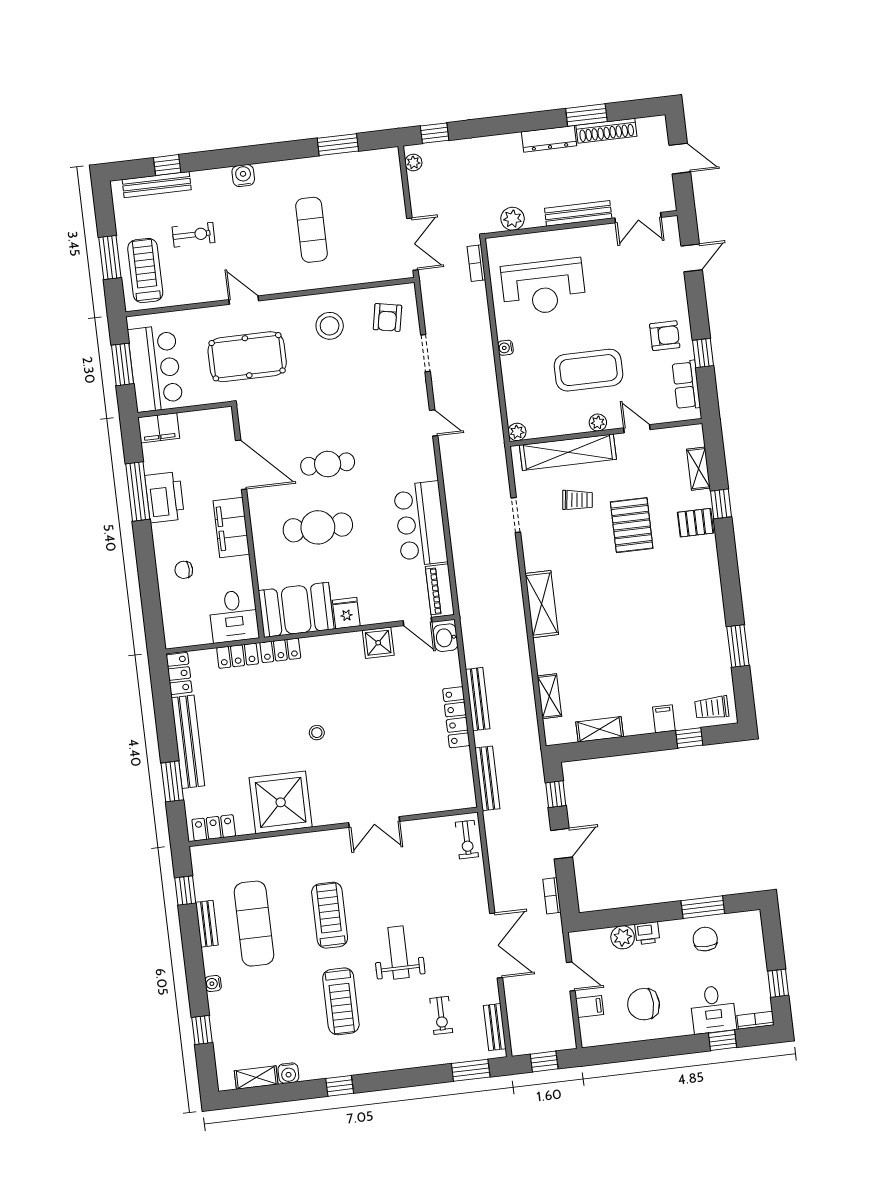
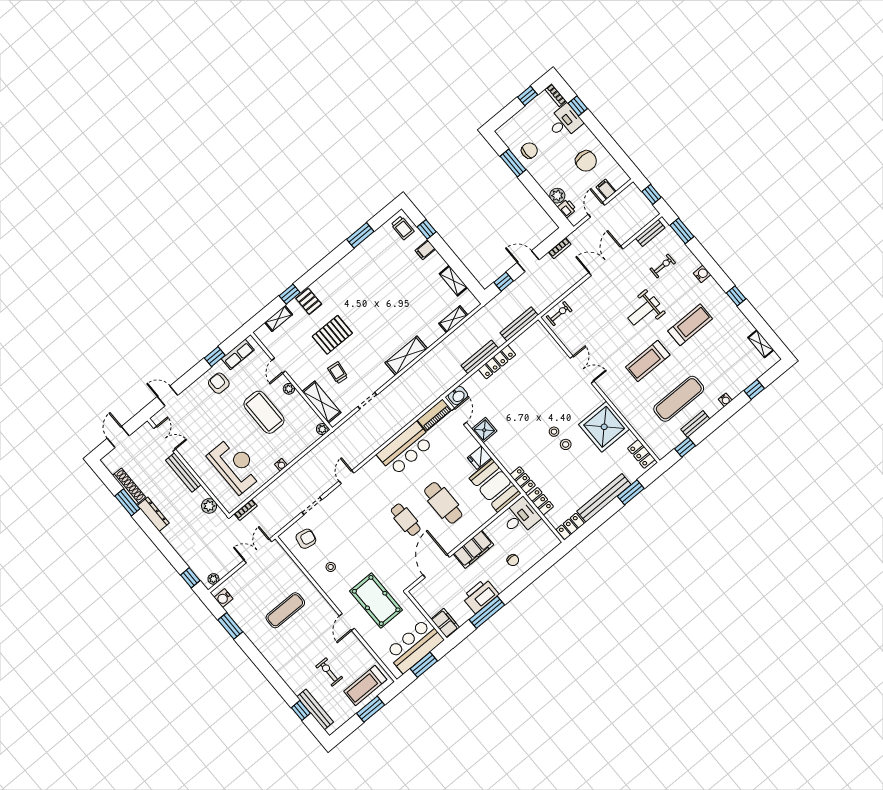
water cooler: (243, 176) -> (223, 598), moved
stool: (330, 326) -> (331, 567), width x0.53, depth x0.53
shelving: (568, 452) -> (322, 402), width x0.68
stool: (290, 737) -> (566, 444), added
printer: (647, 933) -> (567, 208), moved
chair: (705, 939) -> (529, 151), turned 180
water cooler: (288, 1073) -> (702, 274), moved

